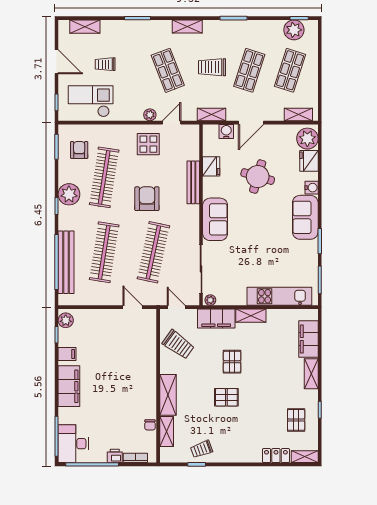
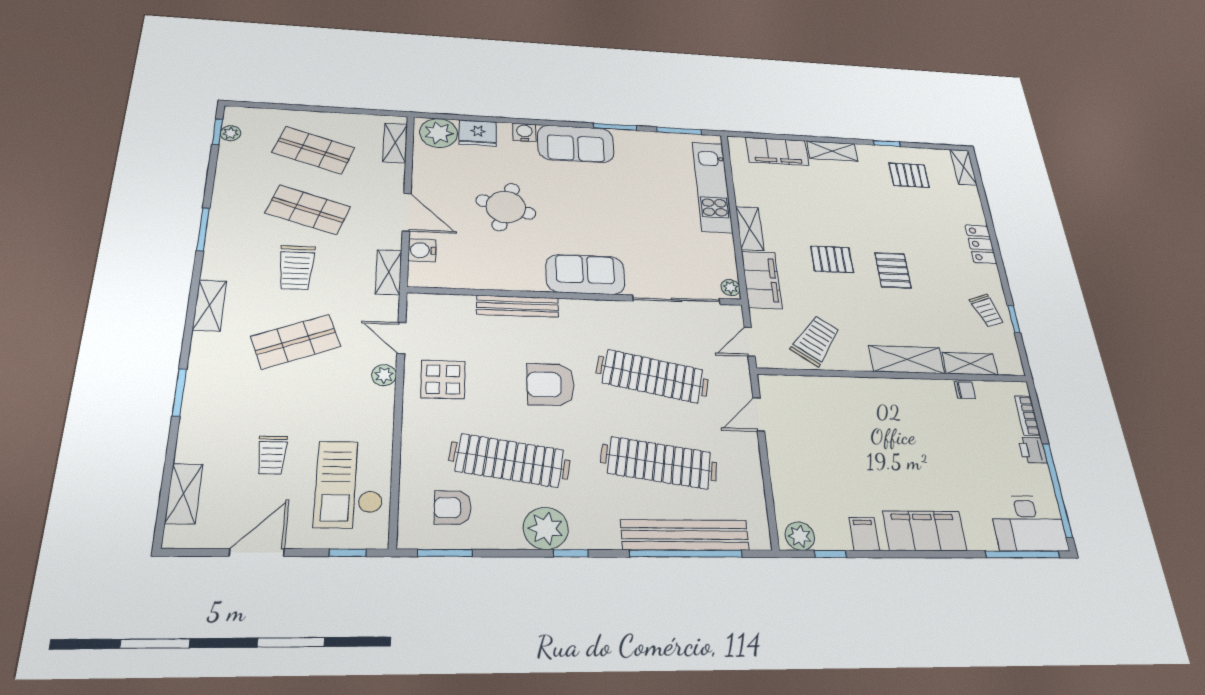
plant: (294, 30) -> (231, 133), width x0.53, depth x0.53
fridge: (211, 166) -> (487, 277), removed
locker: (276, 456) -> (981, 244), moved

